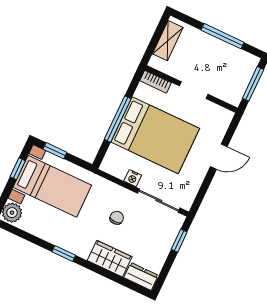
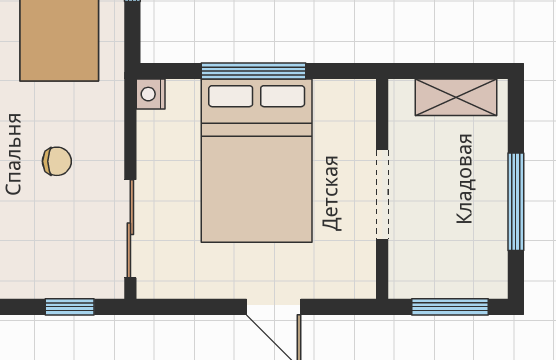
bookcase: (156, 82) -> (363, 111), removed
doorway: (194, 90) -> (382, 195), width x1.38
nightstand: (133, 178) -> (151, 94), moved

